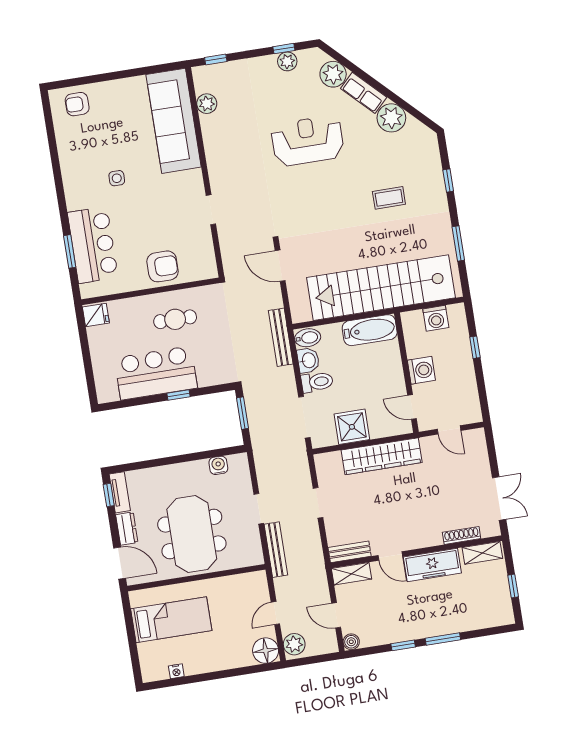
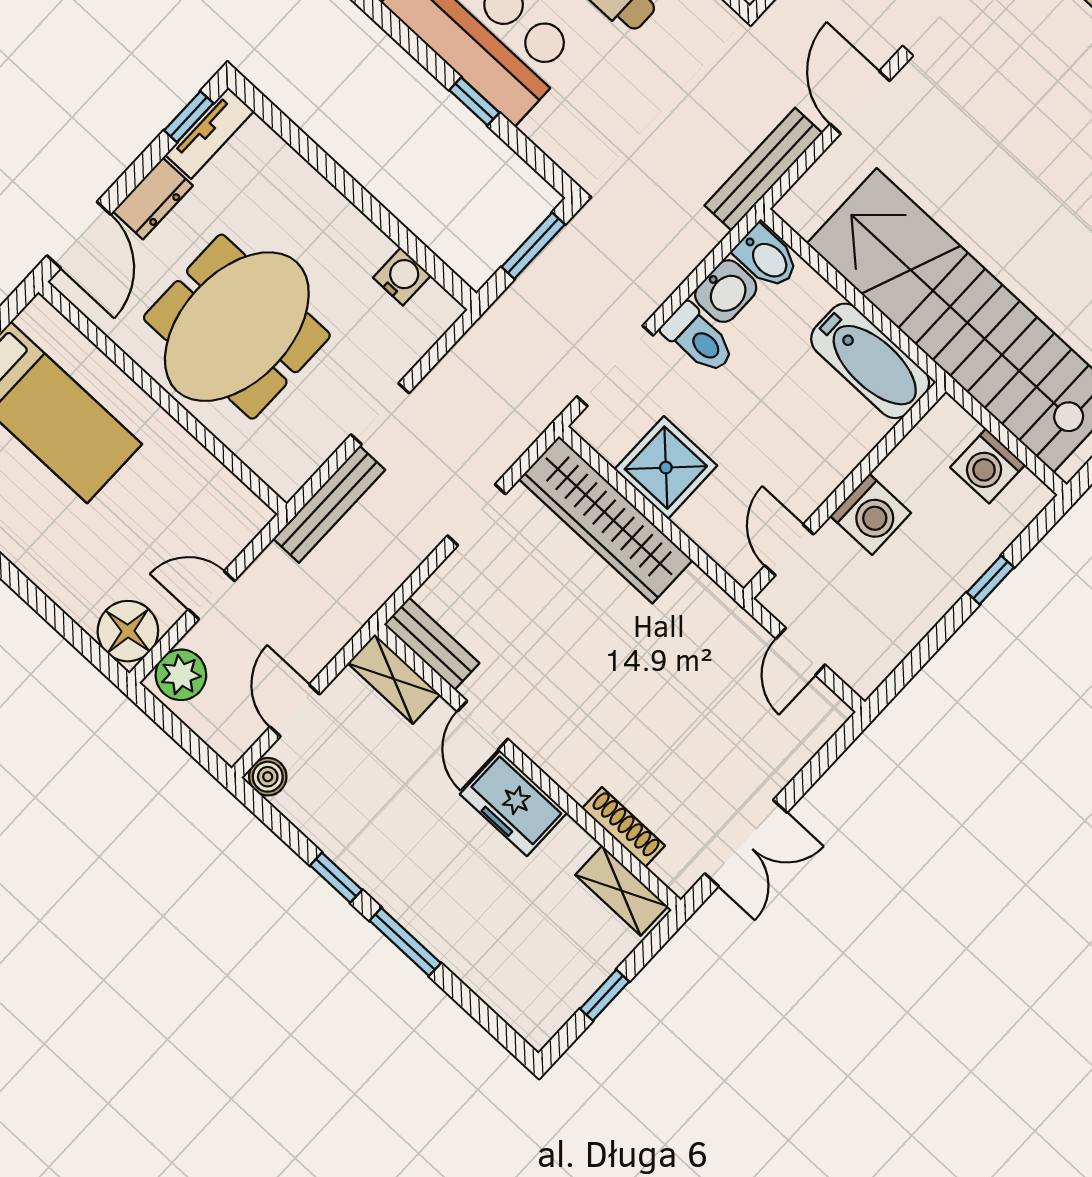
bench: (281, 337) -> (763, 169), moved
wardrobe: (382, 456) -> (606, 520), moved
freezer: (432, 565) -> (513, 803), width x0.71

